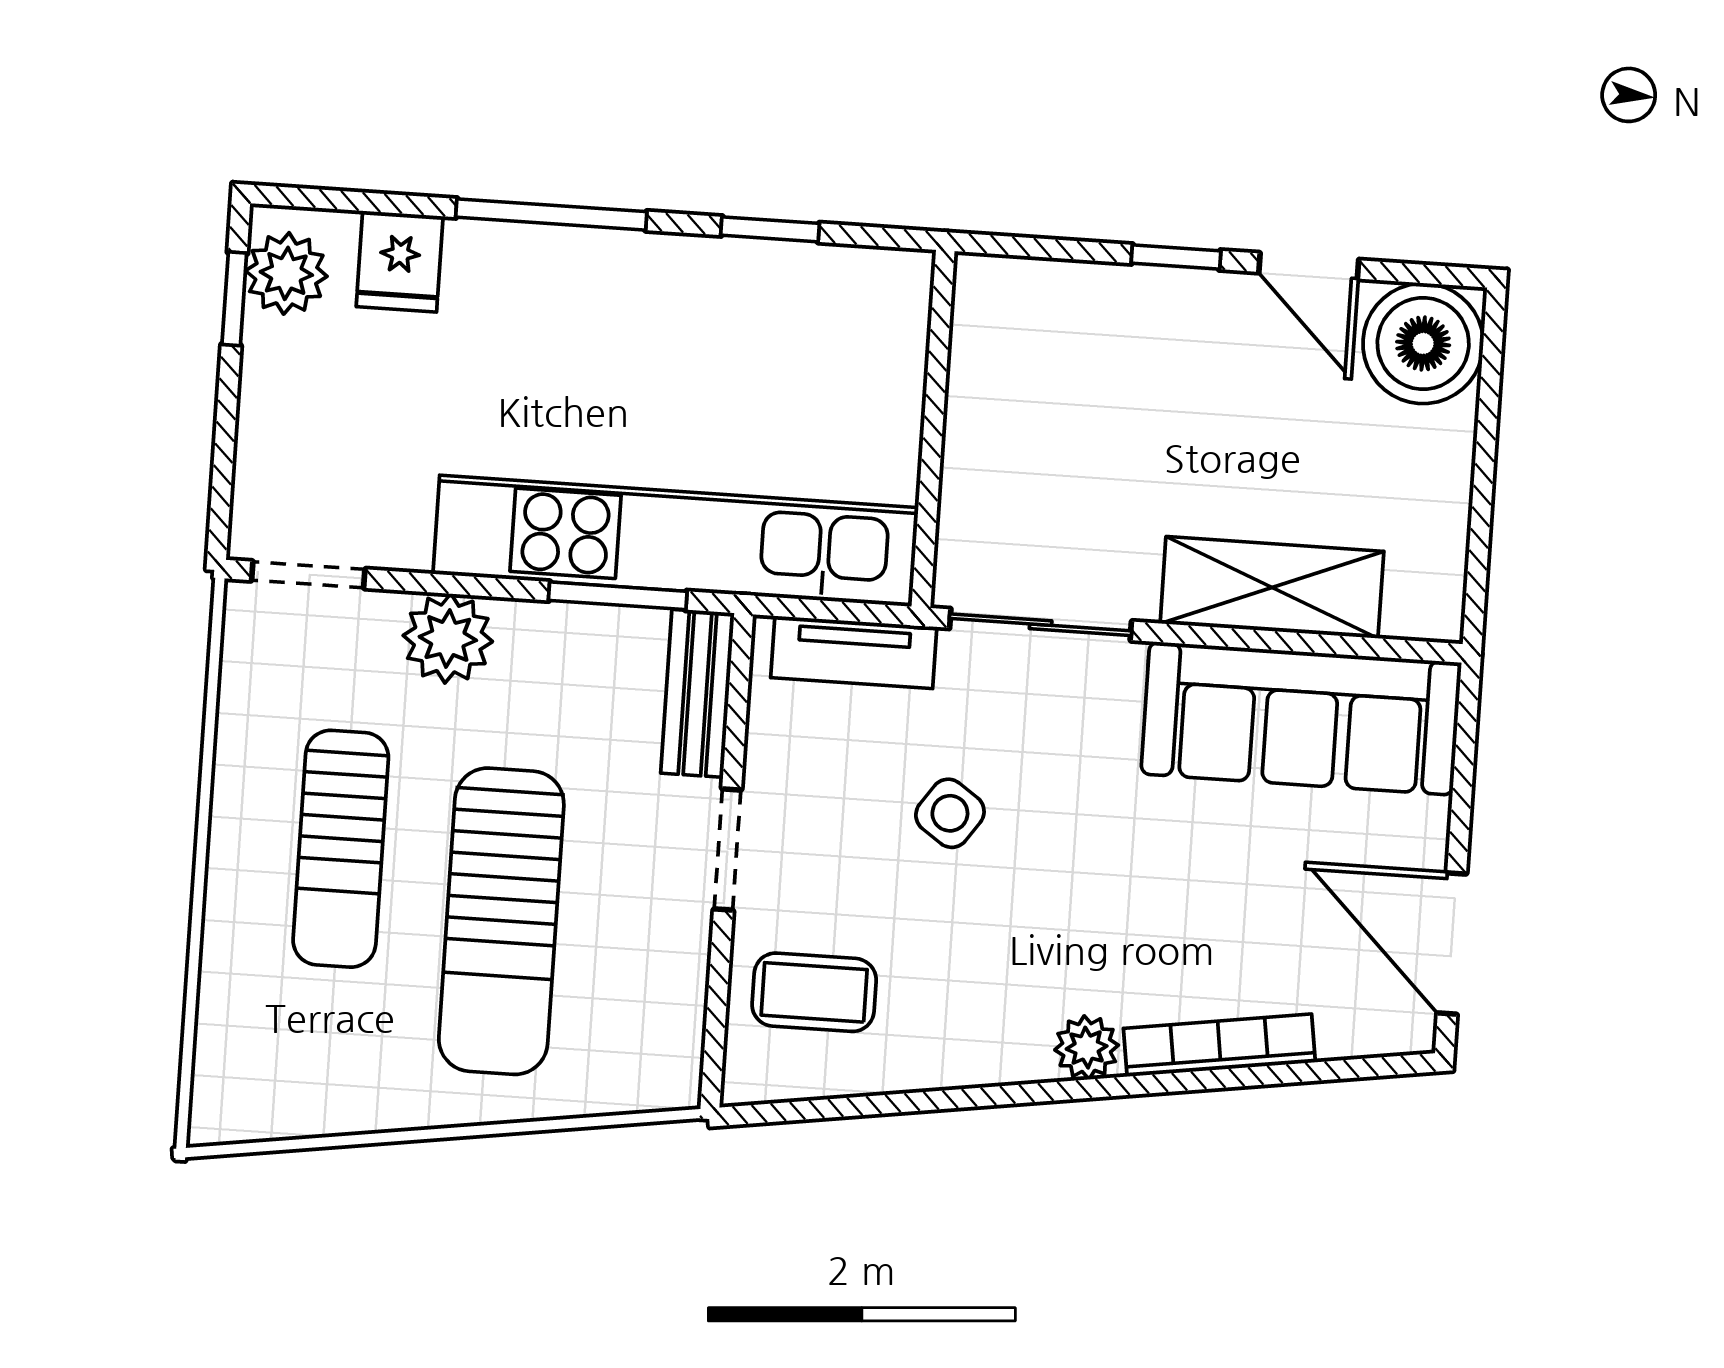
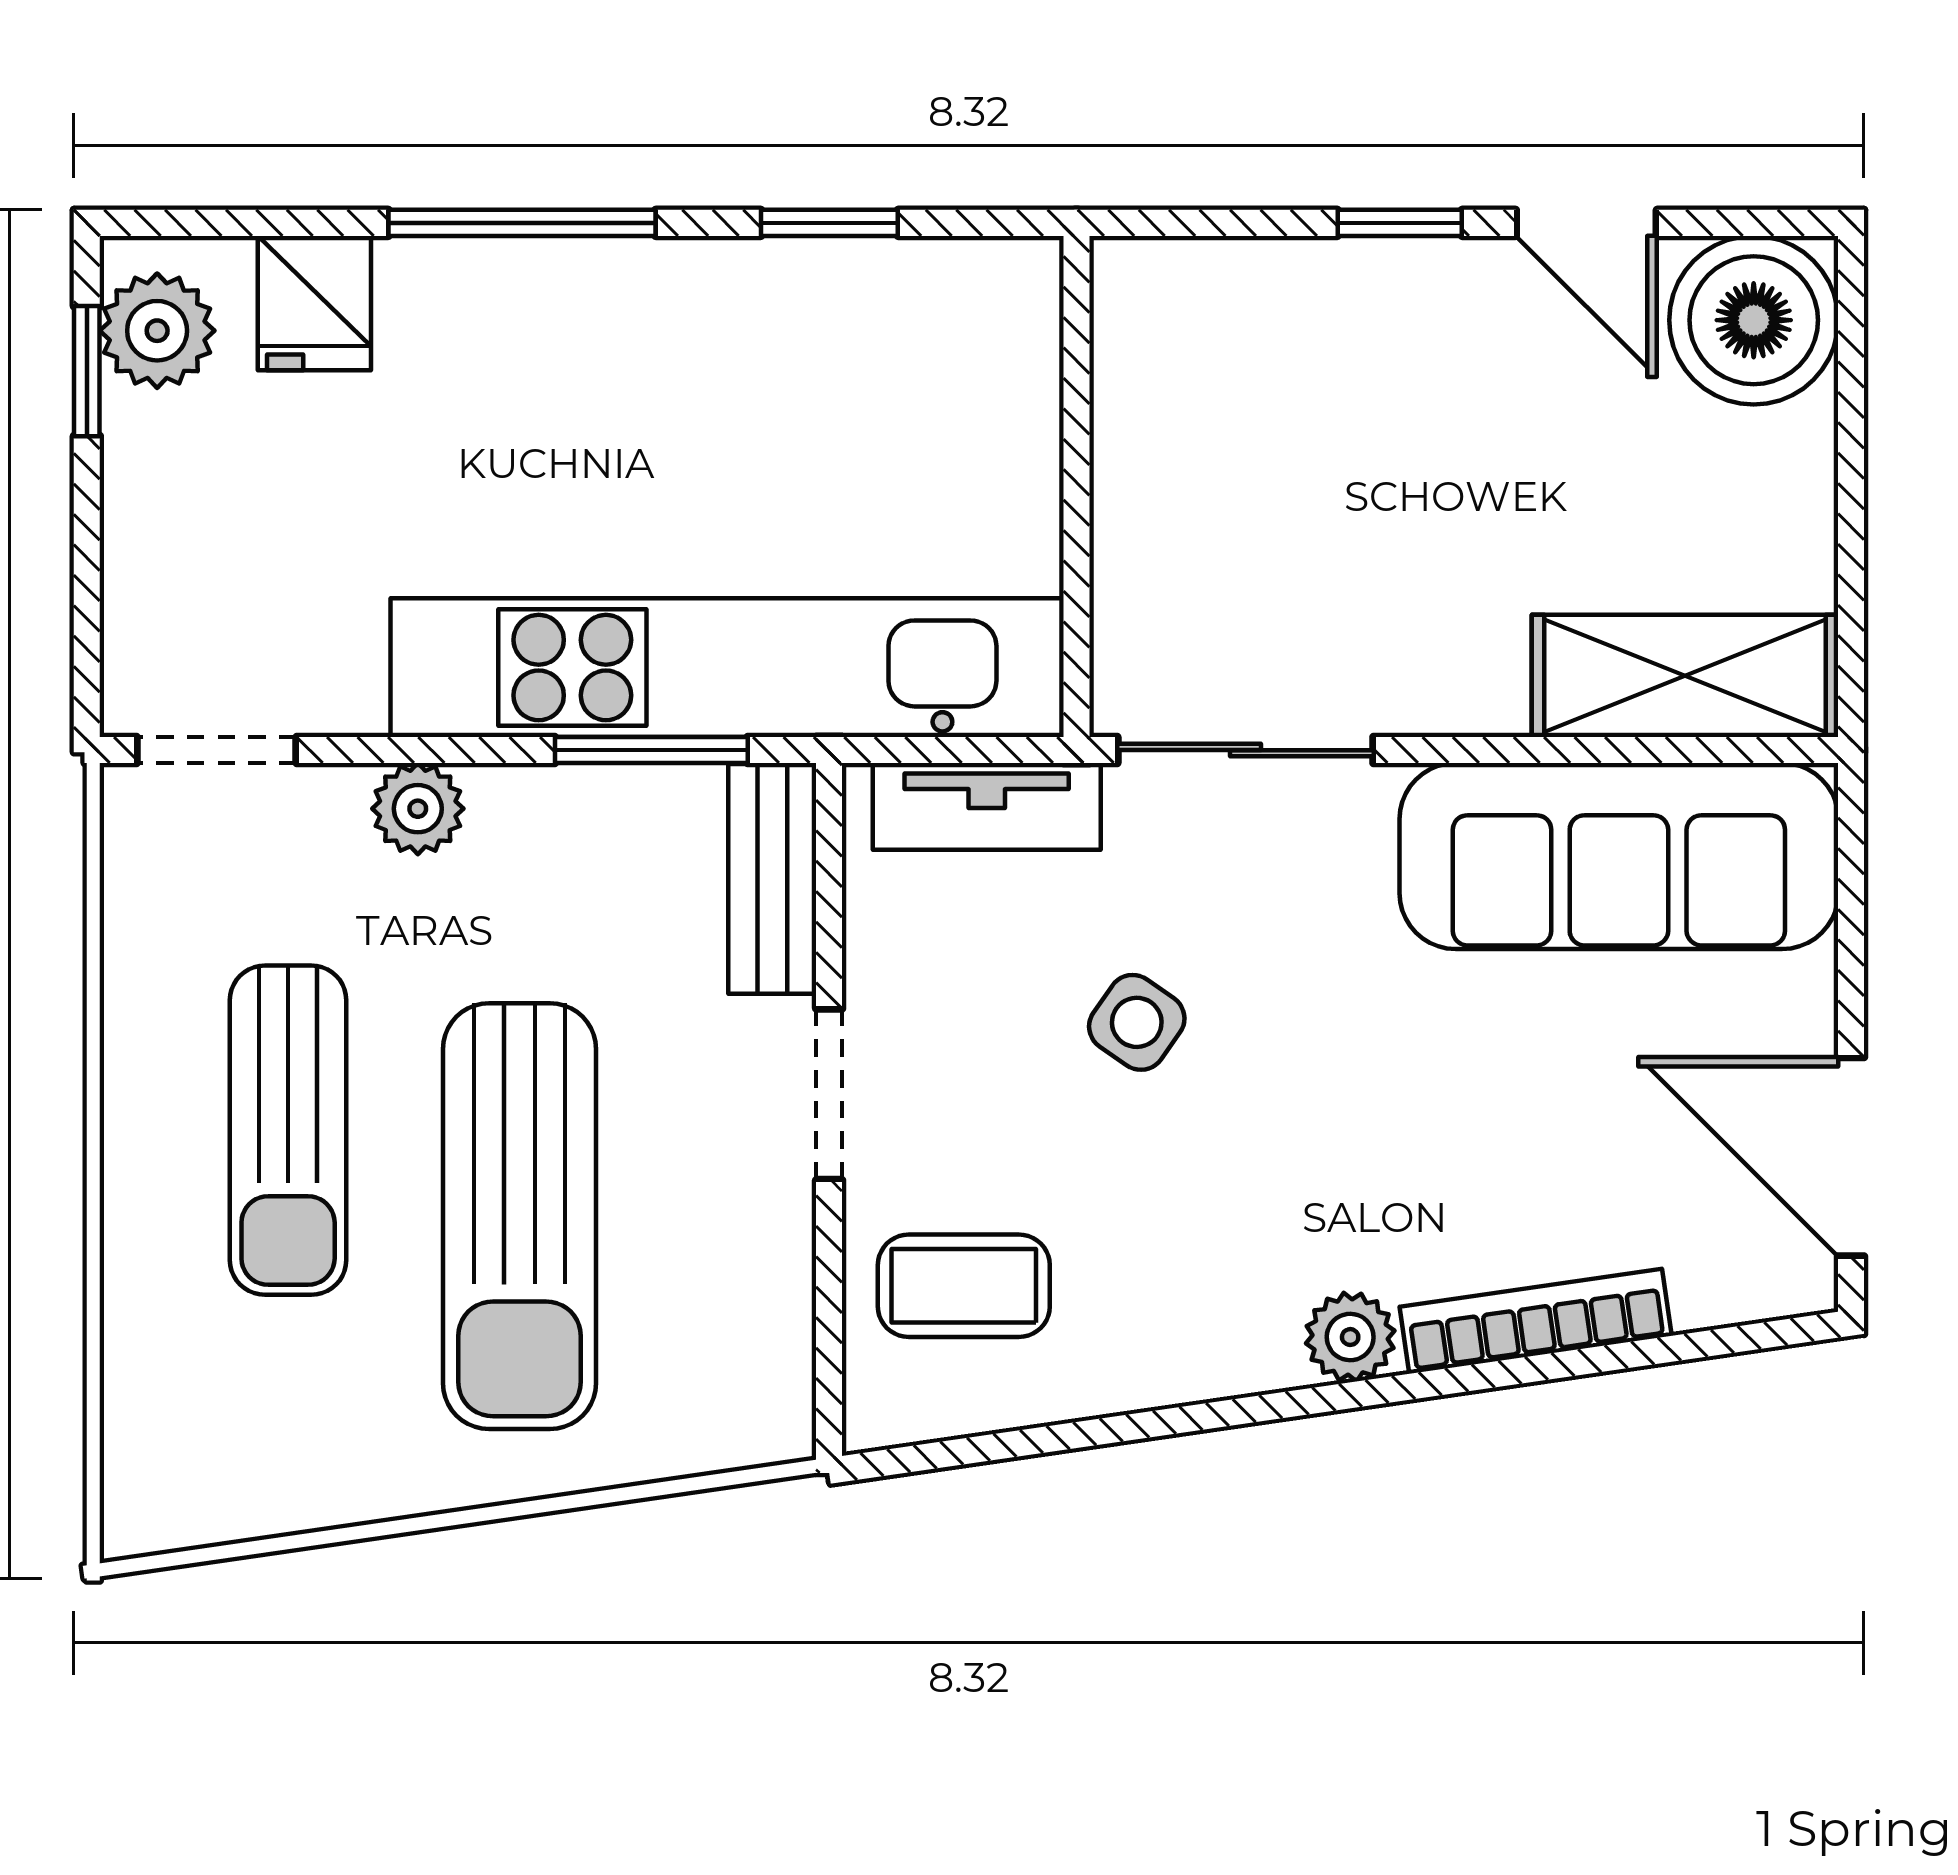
shelving: (1272, 587) -> (1685, 676), moved
plant: (448, 638) -> (418, 809), width x0.73, depth x0.73

